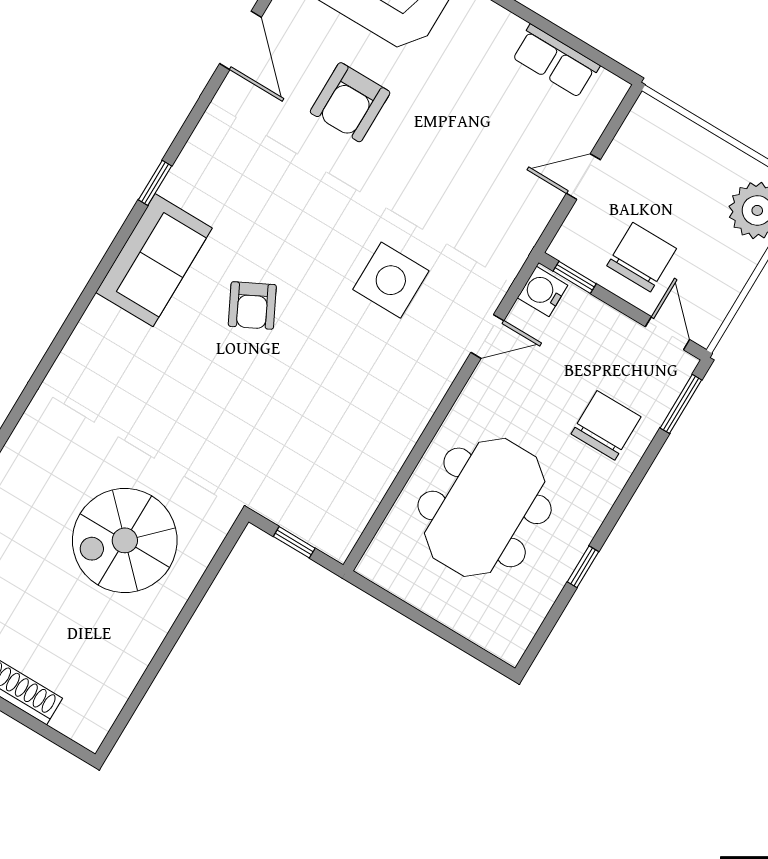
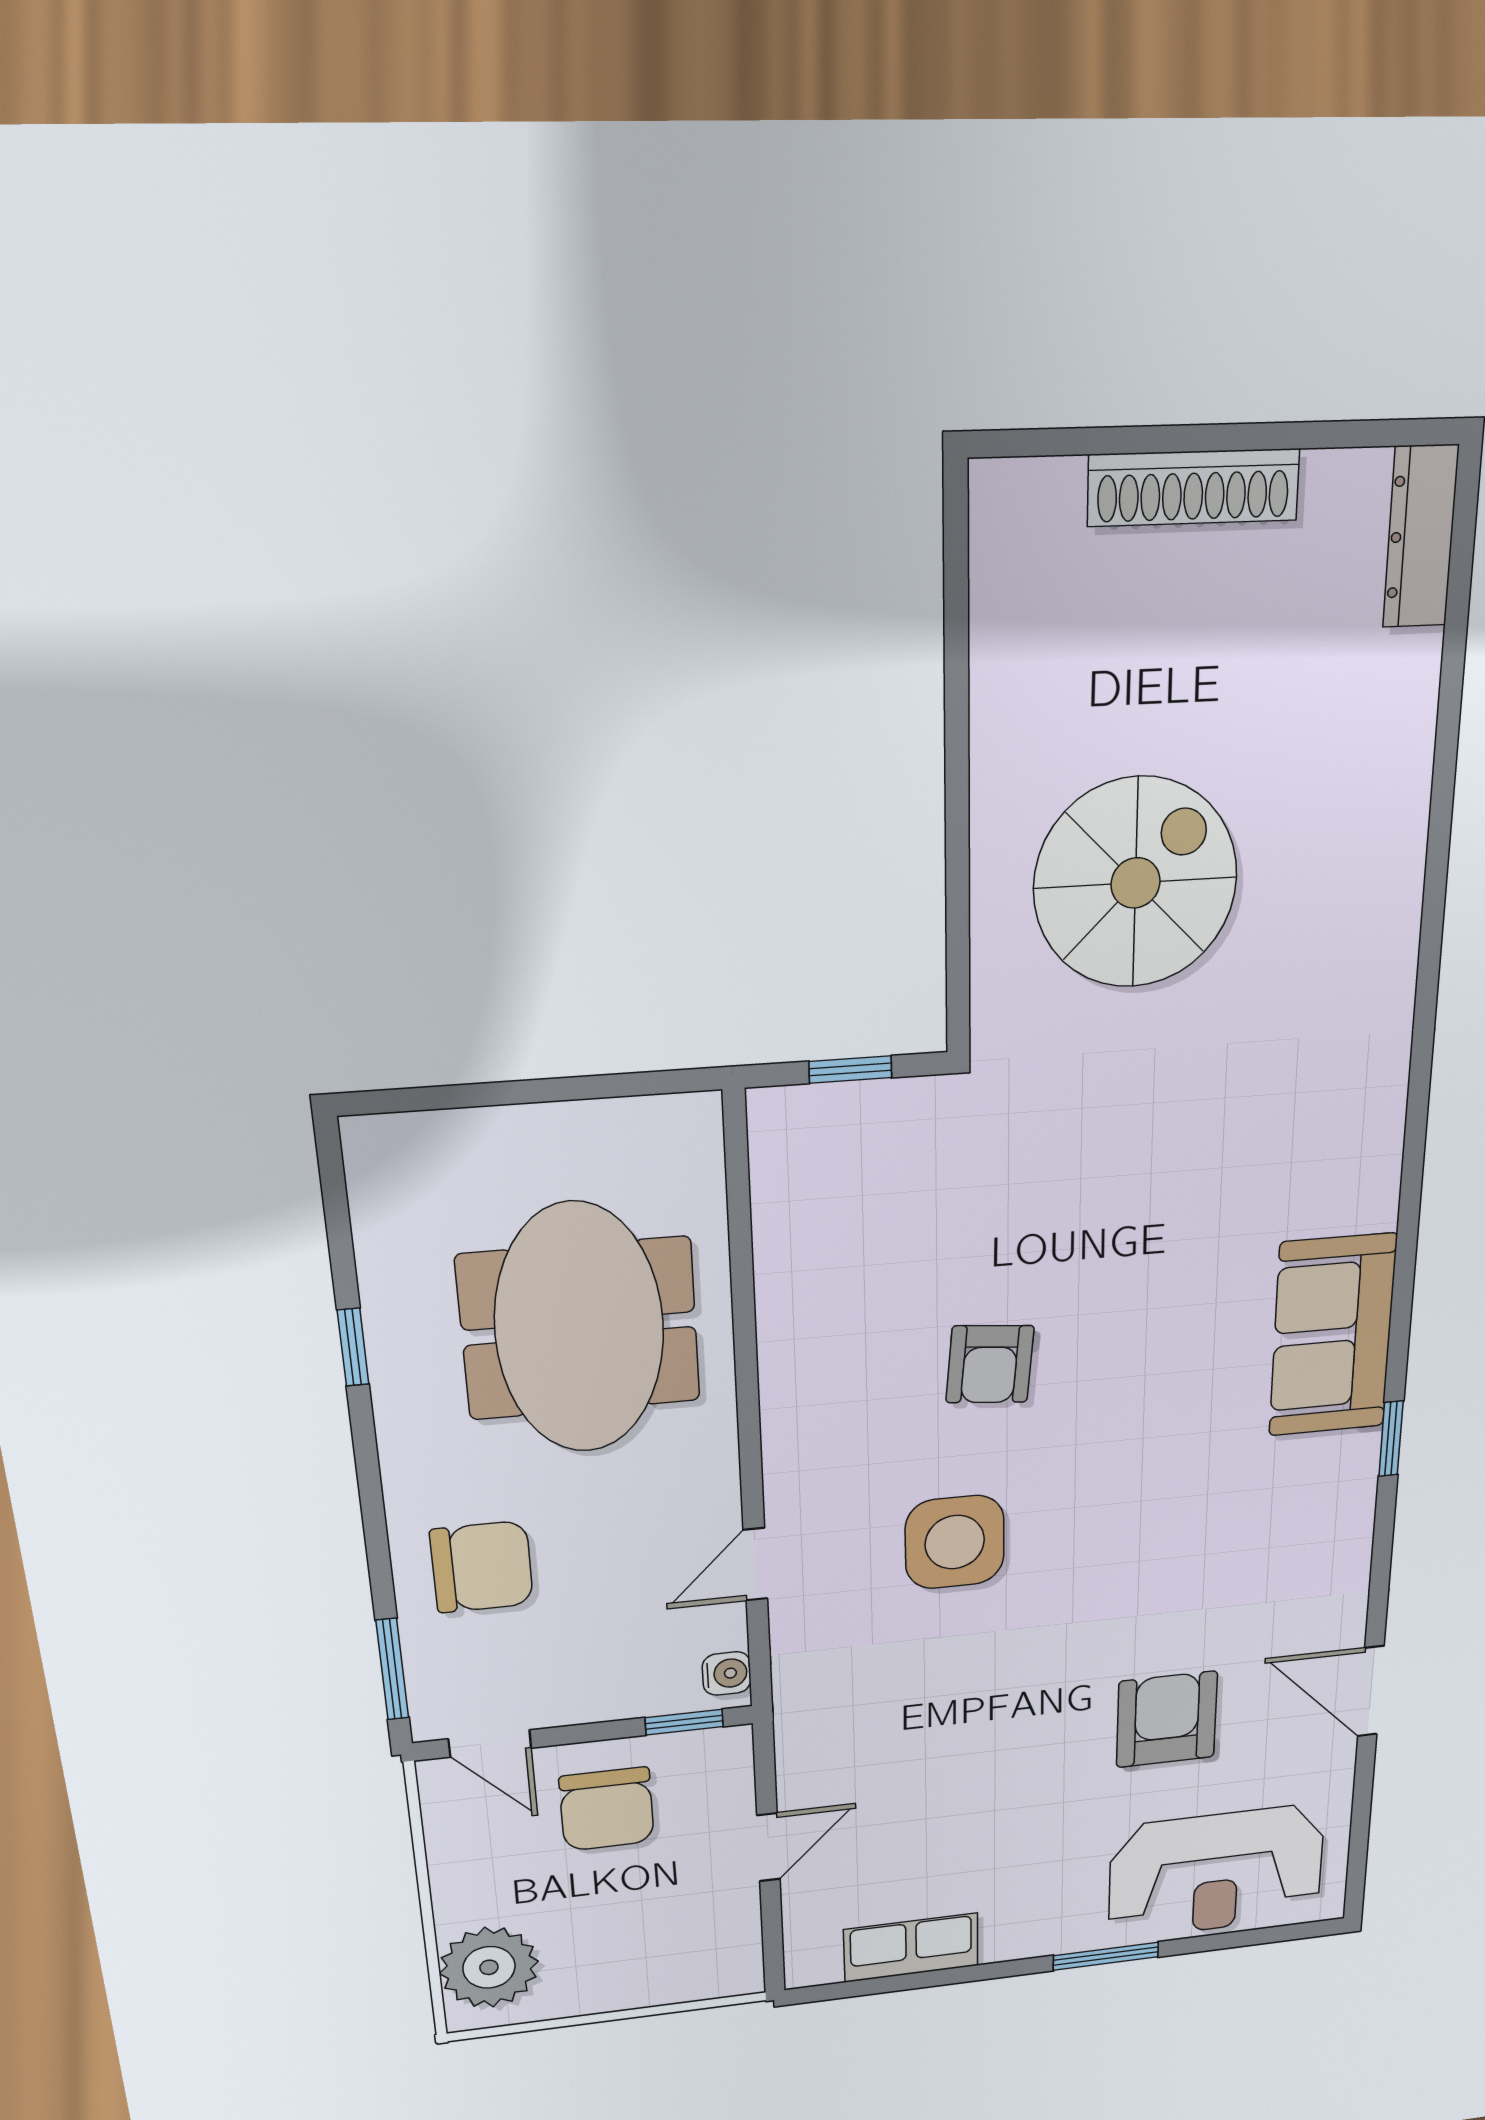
water cooler: (543, 291) -> (727, 1674), width x0.72, depth x0.72
armchair: (252, 305) -> (990, 1364), moved, turned -148
chair: (606, 425) -> (482, 1567), turned -90

